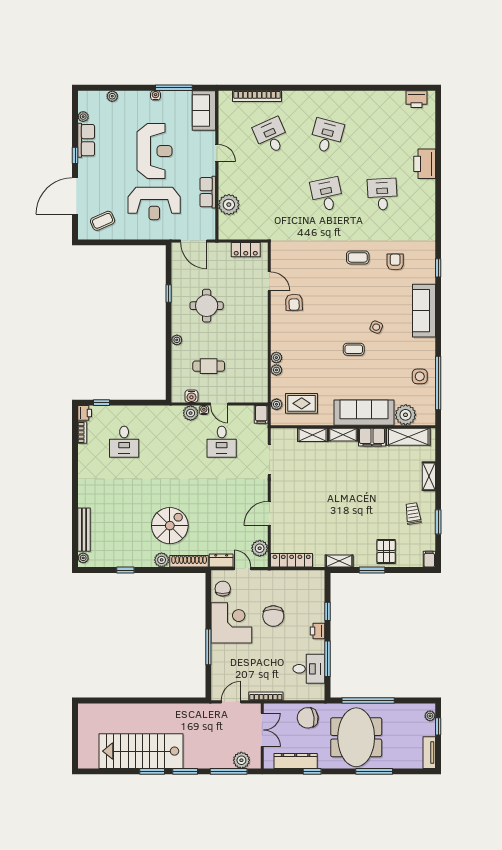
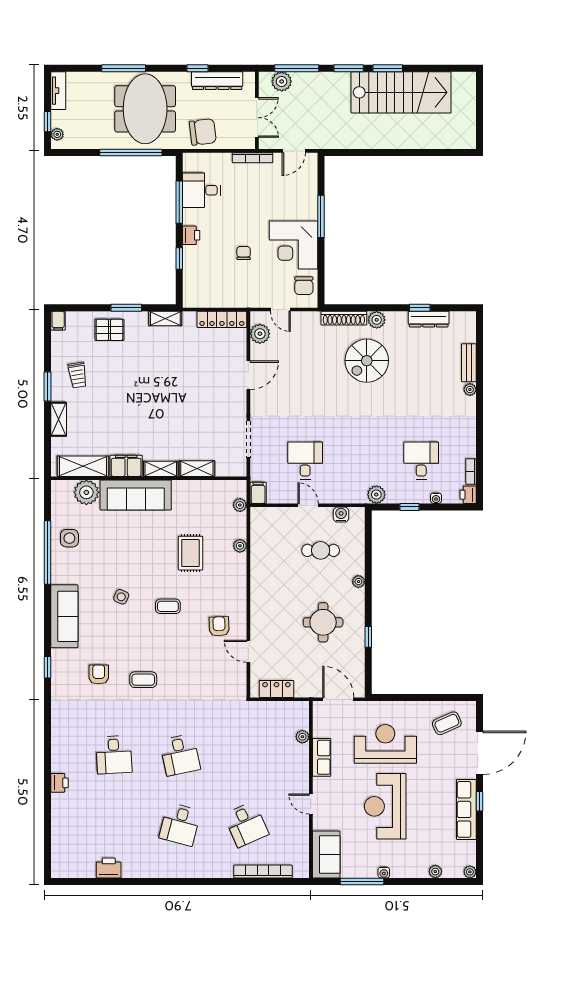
printer: (417, 99) -> (109, 868), moved
plant: (83, 117) -> (470, 872), moved
row of seats: (86, 140) -> (466, 809), width x1.48
printer: (425, 164) -> (60, 783), width x0.53, depth x0.68
plant: (229, 205) -> (302, 737), width x0.53, depth x0.53
armchair: (395, 262) -> (99, 674), turned 180
coffee table: (354, 349) -> (168, 606), moved
plant: (276, 358) -> (240, 561), removed
window: (438, 383) -> (48, 552), moved
window: (101, 403) -> (410, 507), moved
rug: (302, 403) -> (190, 553), moved, turned 90
water cooler: (204, 410) -> (436, 498), moved
plant: (191, 413) -> (376, 495), moved
window: (438, 522) -> (48, 386), moved
bench: (84, 530) -> (469, 363), width x0.73
pallet: (386, 551) -> (109, 330), turned 90
plant: (83, 558) -> (470, 390), moved
dresser: (221, 561) -> (429, 319), moved, width x1.44
chair: (273, 616) -> (244, 253), width x0.54, depth x0.54
double door: (262, 730) -> (257, 118), swing flipped

